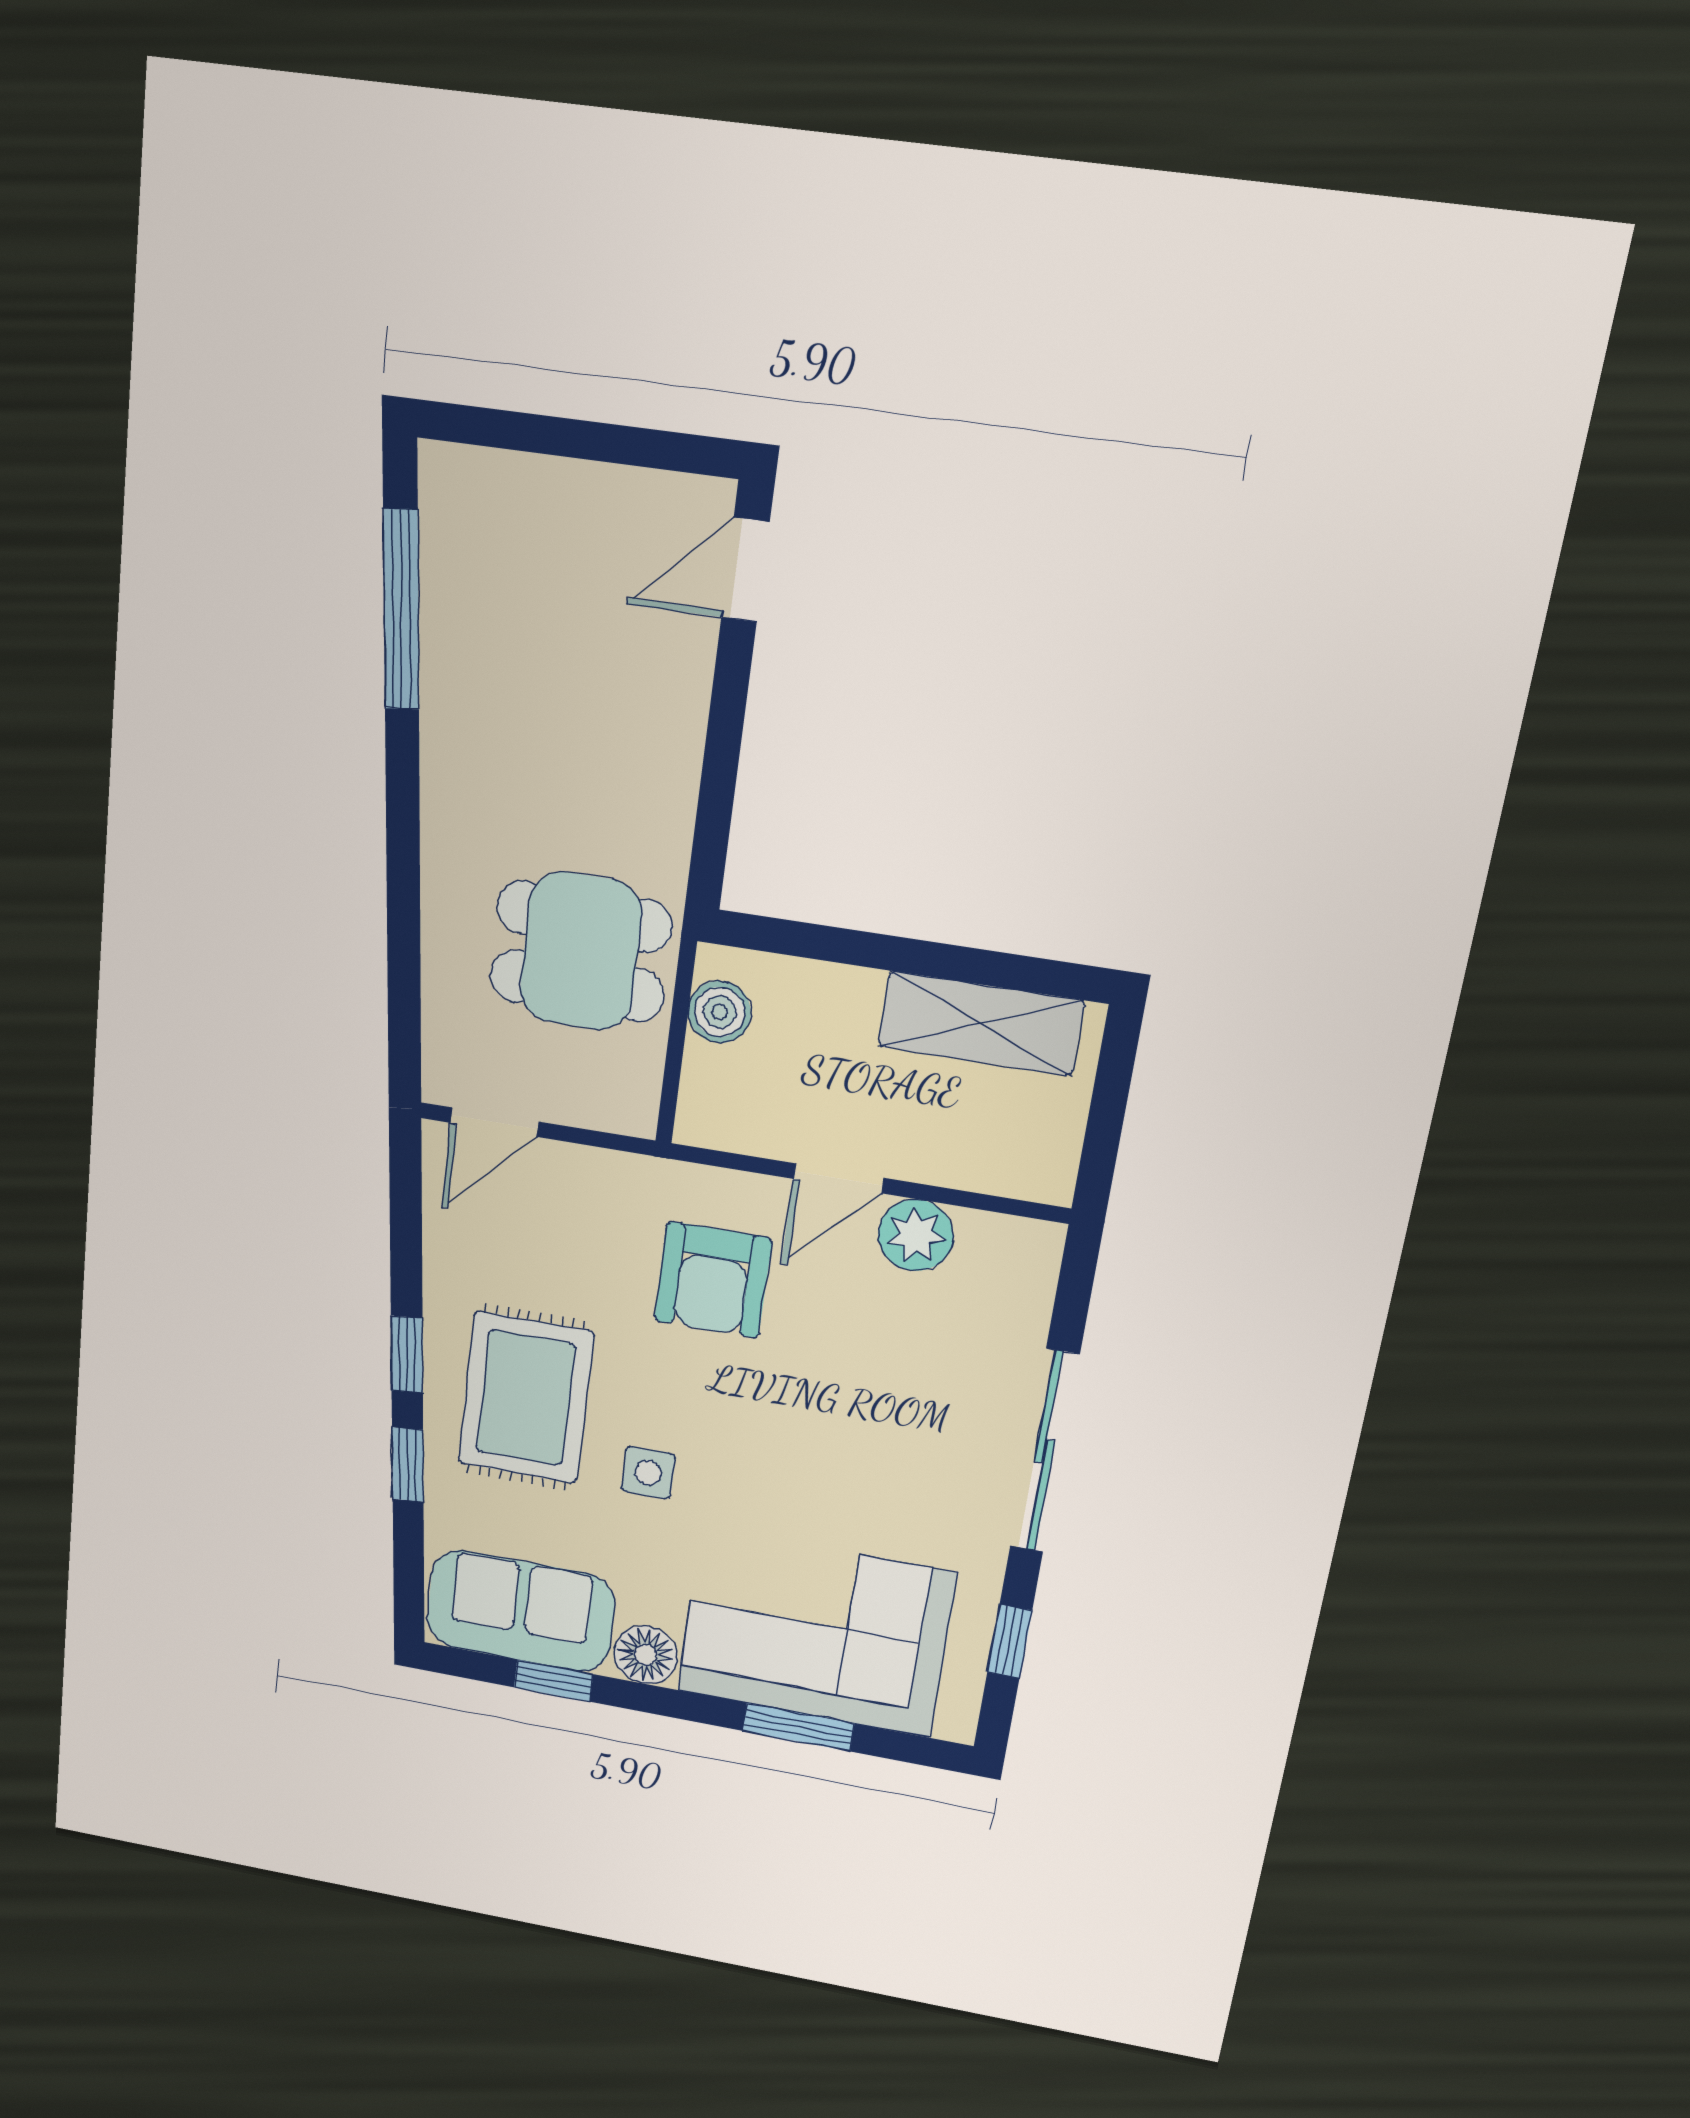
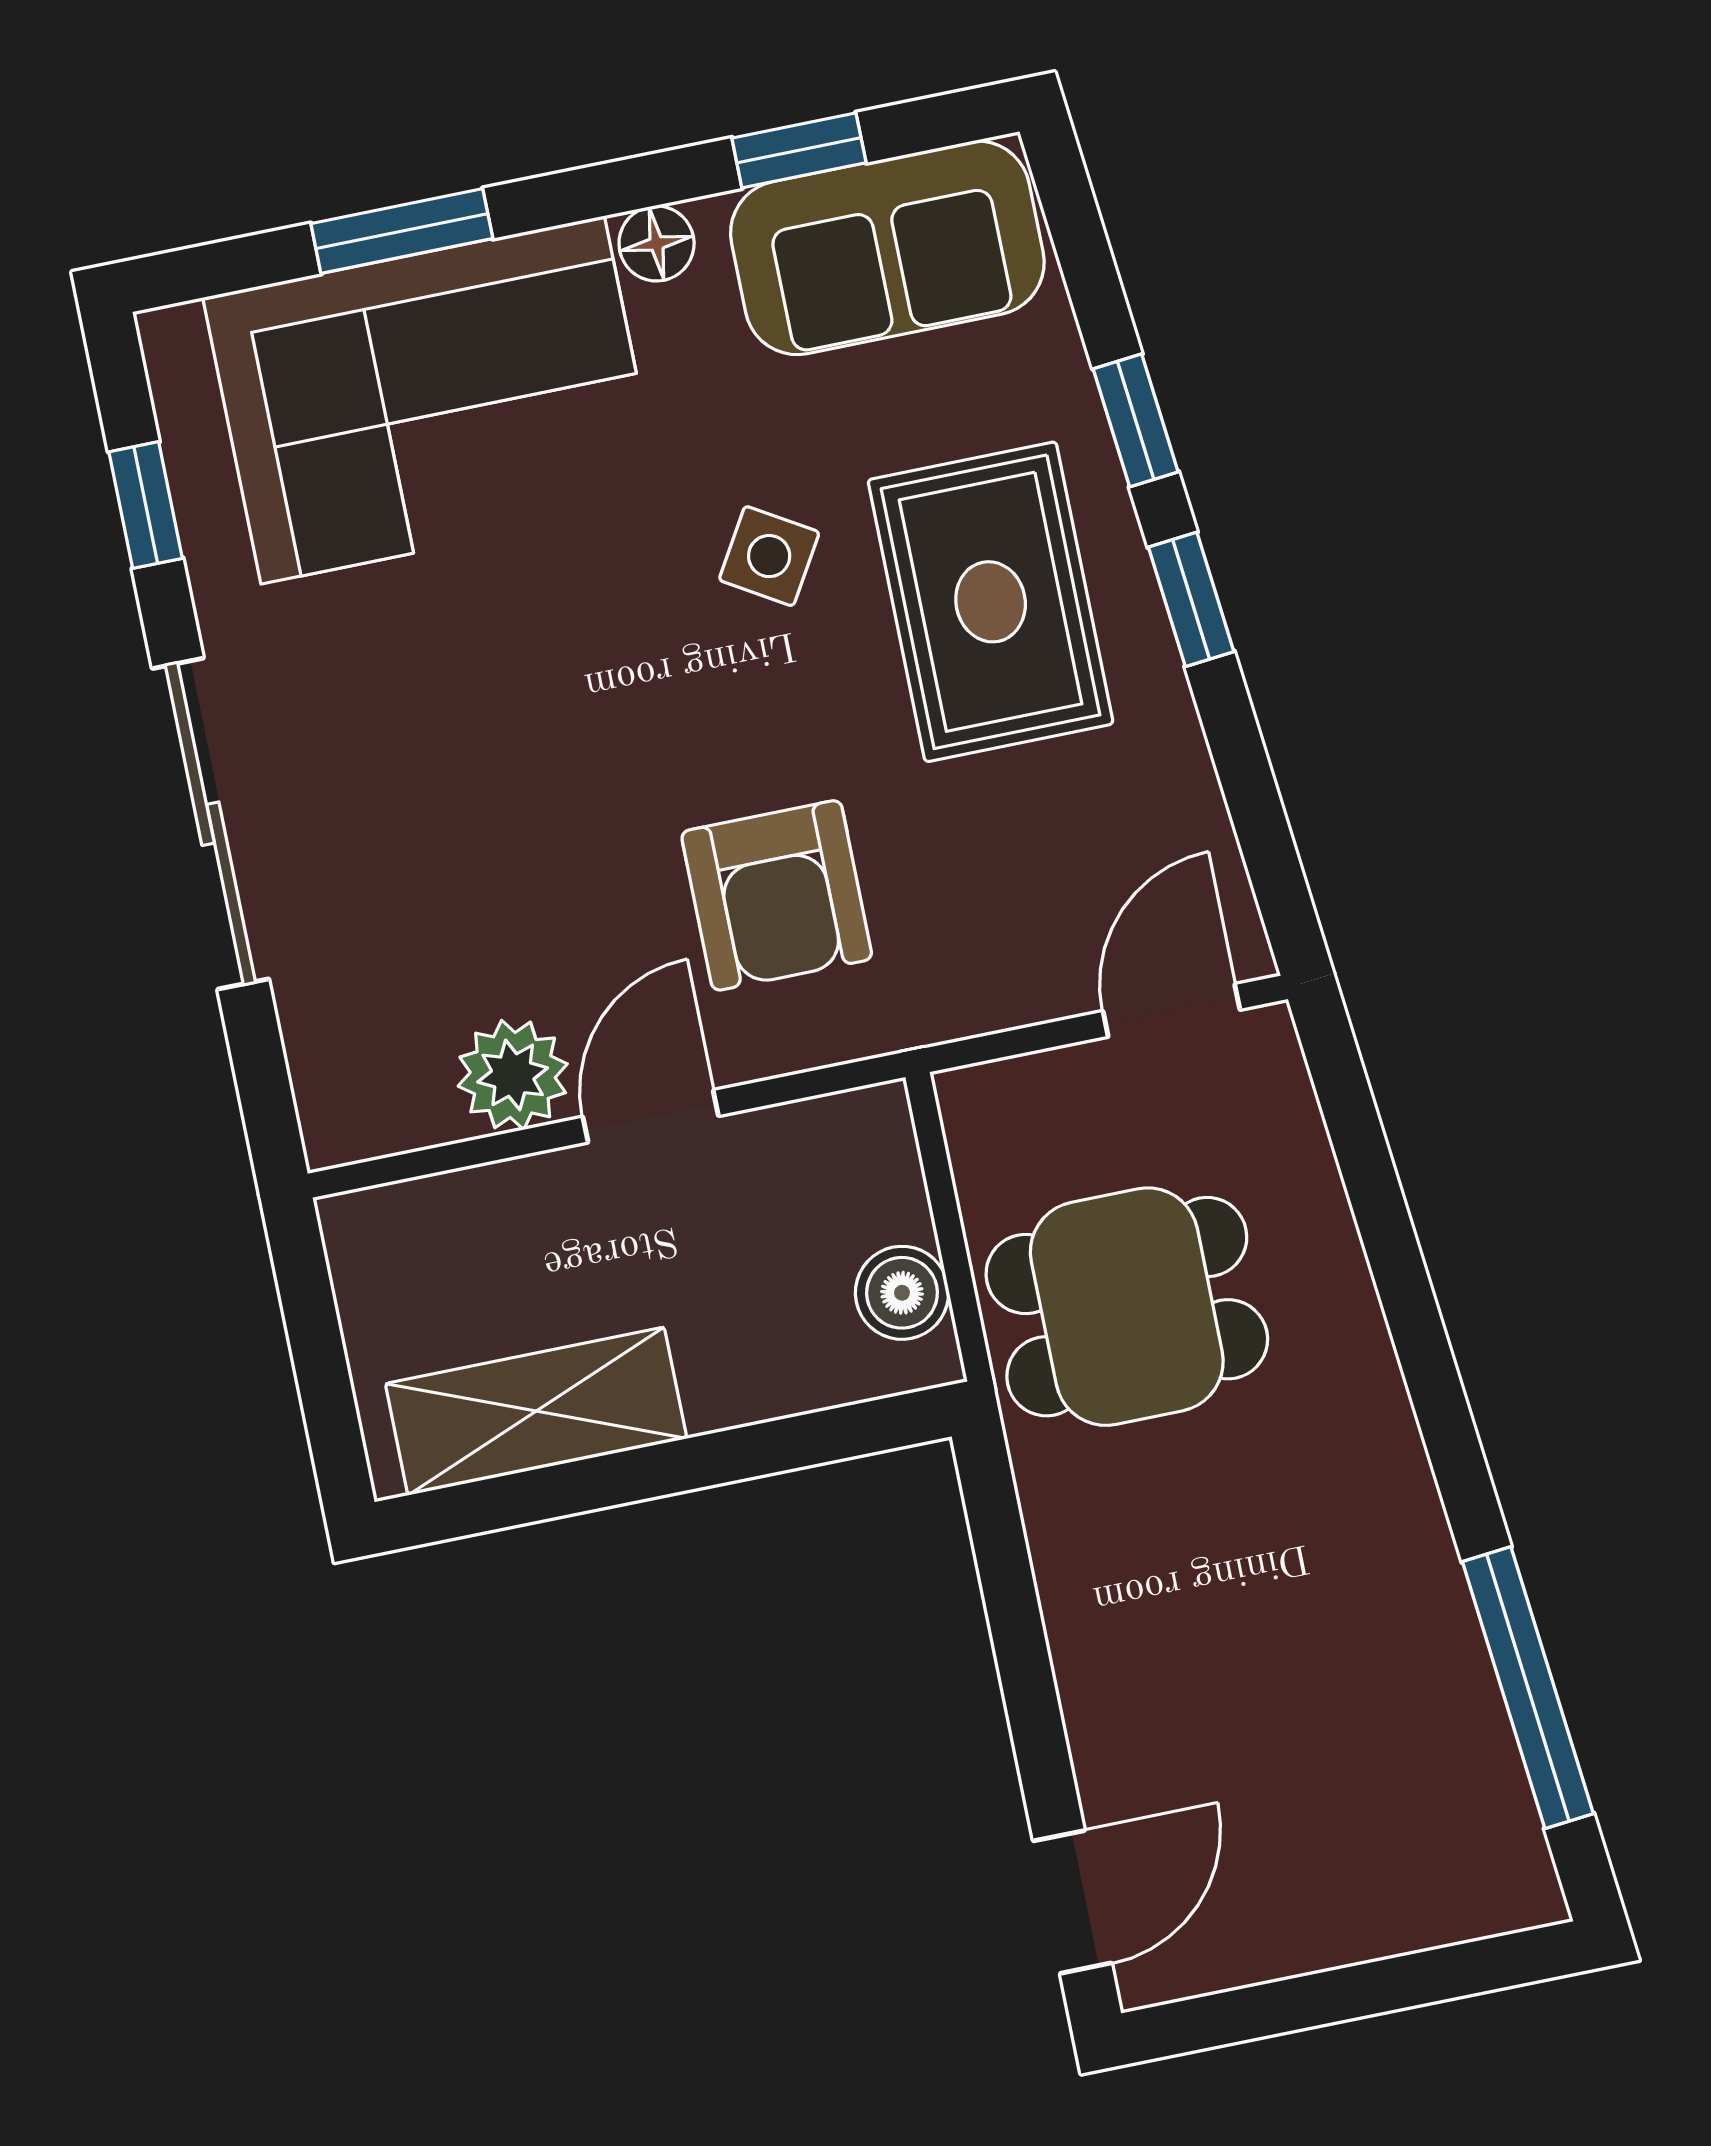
armchair: (713, 1280) -> (777, 895), turned 180
side table: (648, 1473) -> (769, 556), turned 31
floor lamp: (646, 1655) -> (657, 243), width x0.73, depth x0.73

